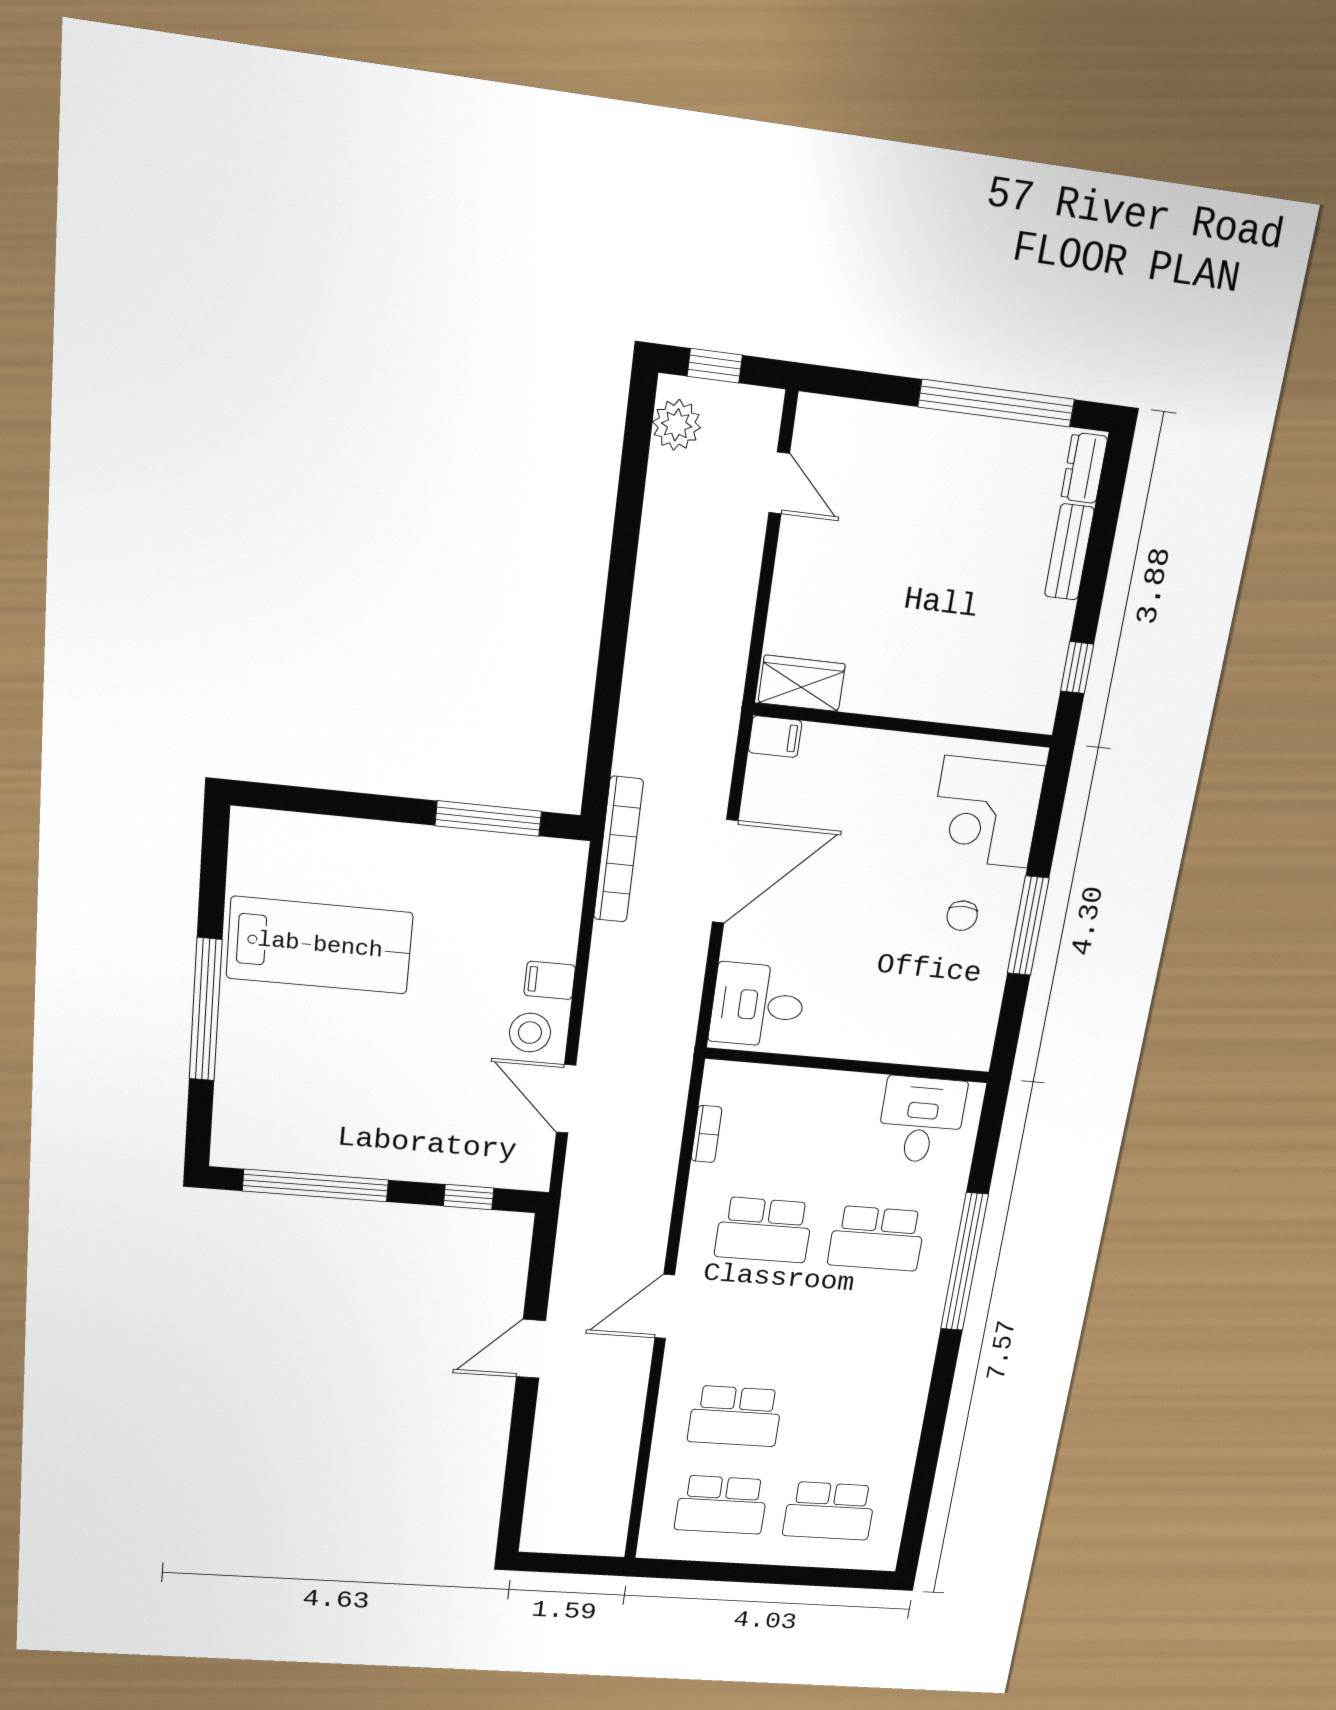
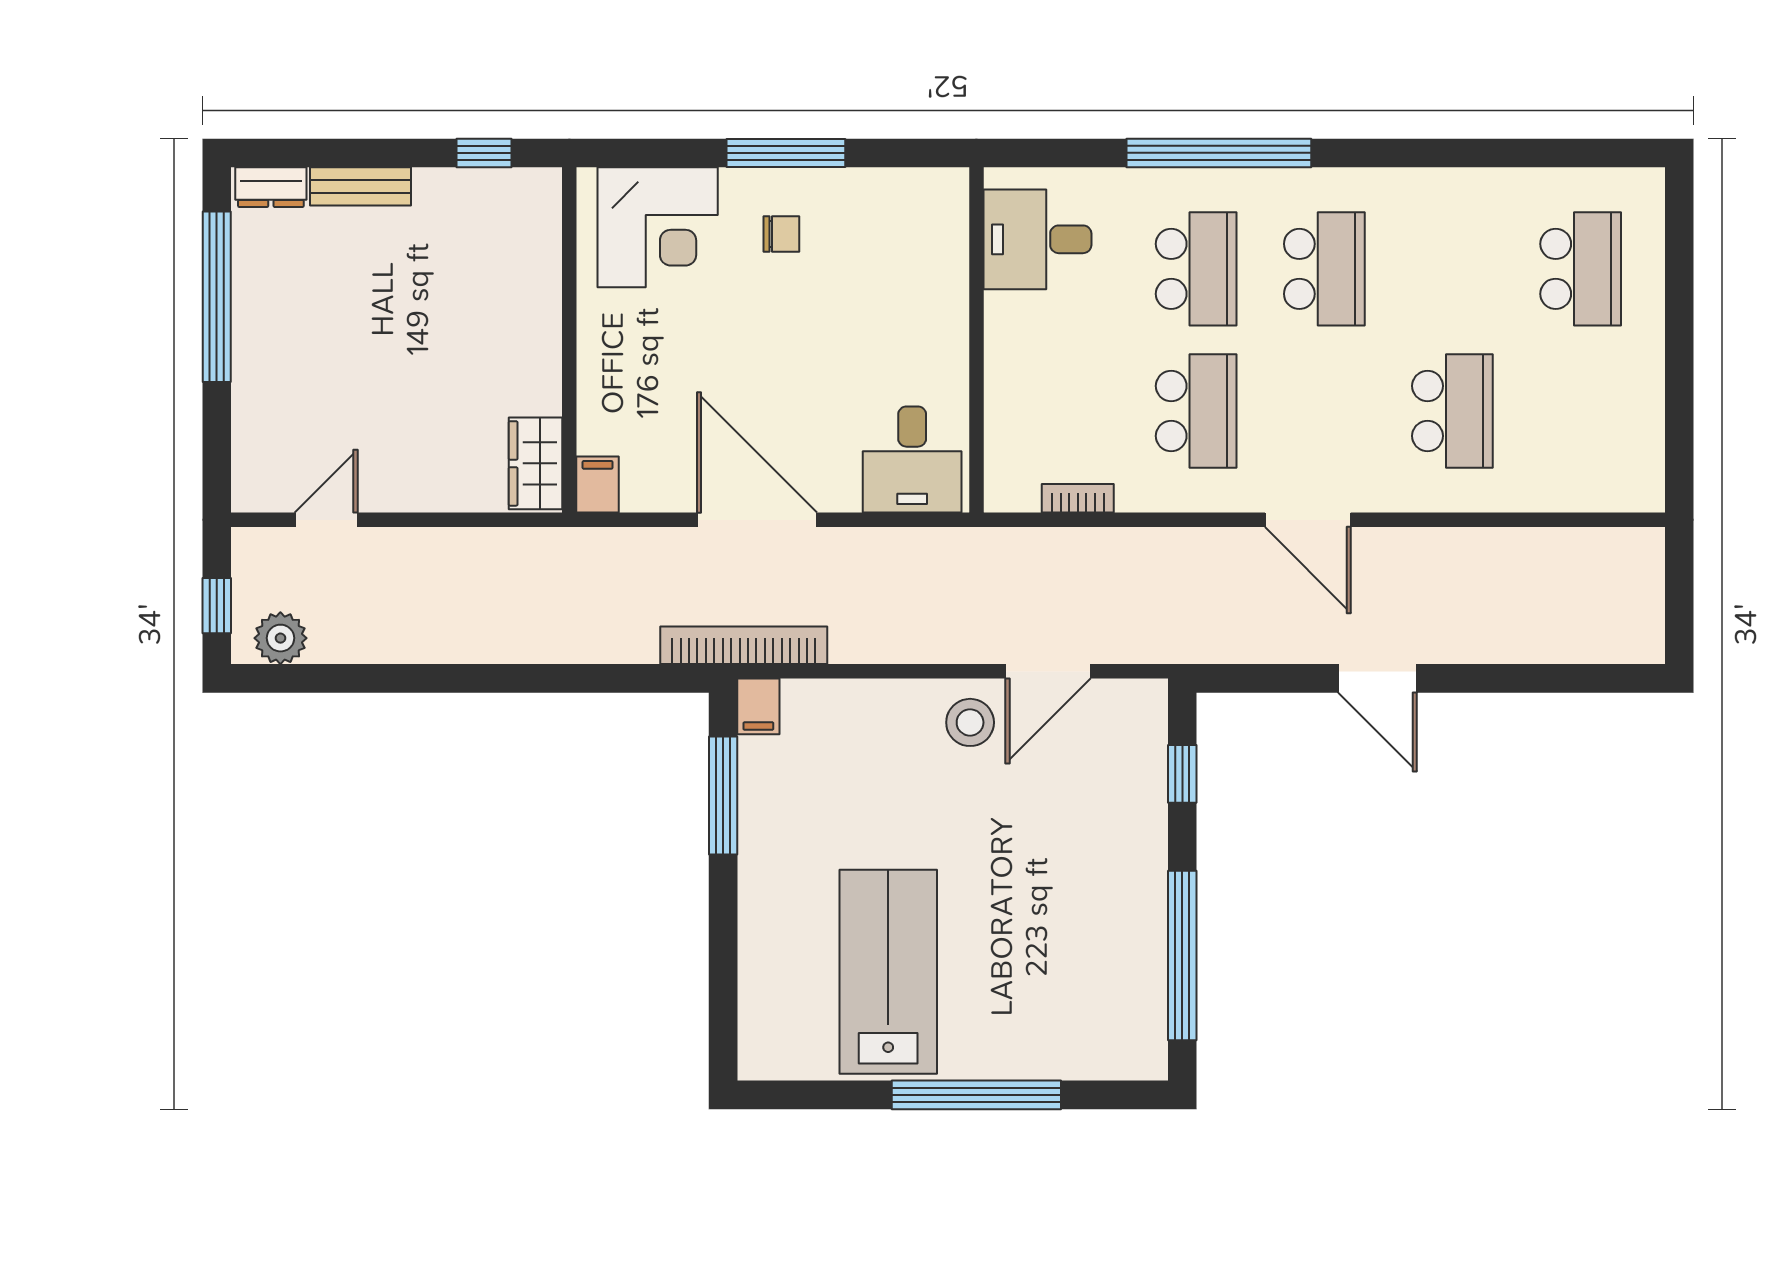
filing cabinet: (550, 980) -> (758, 706), moved
school desk: (721, 1505) -> (1324, 269), moved

